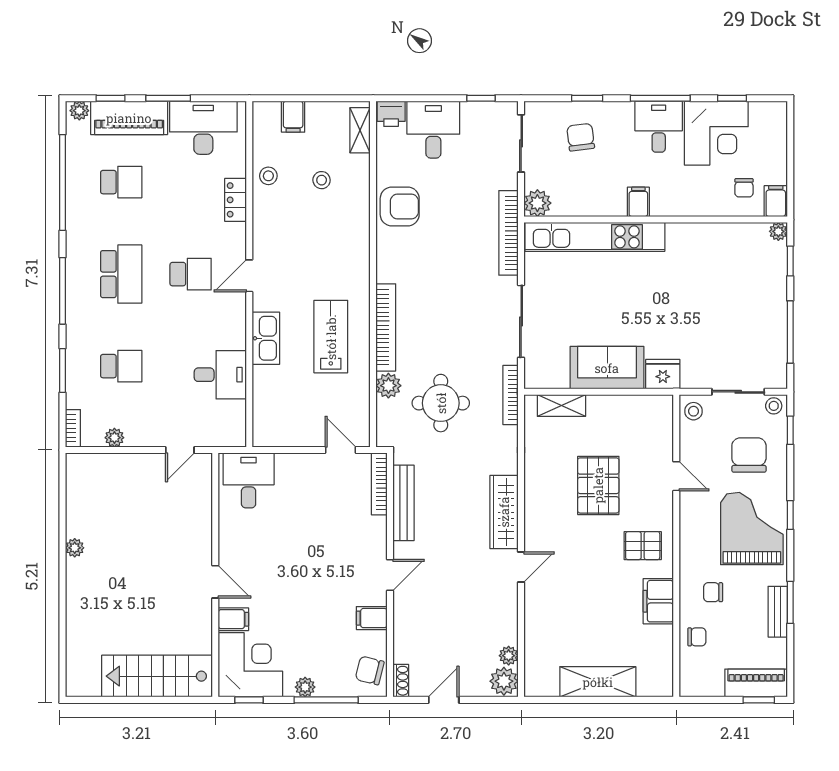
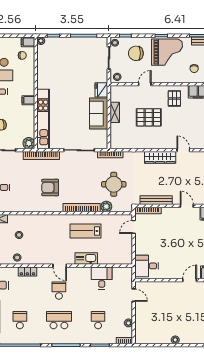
armchair: (400, 206) -> (50, 188), moved, turned -90
shelving: (561, 406) -> (115, 112), moved
grand piano: (752, 529) -> (167, 52), turned 180

